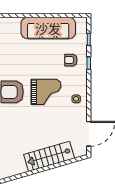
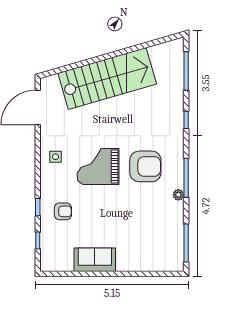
sofa: (48, 28) -> (95, 260), width x0.54, depth x0.79
stairs: (49, 156) -> (107, 79), width x1.36, depth x1.51

